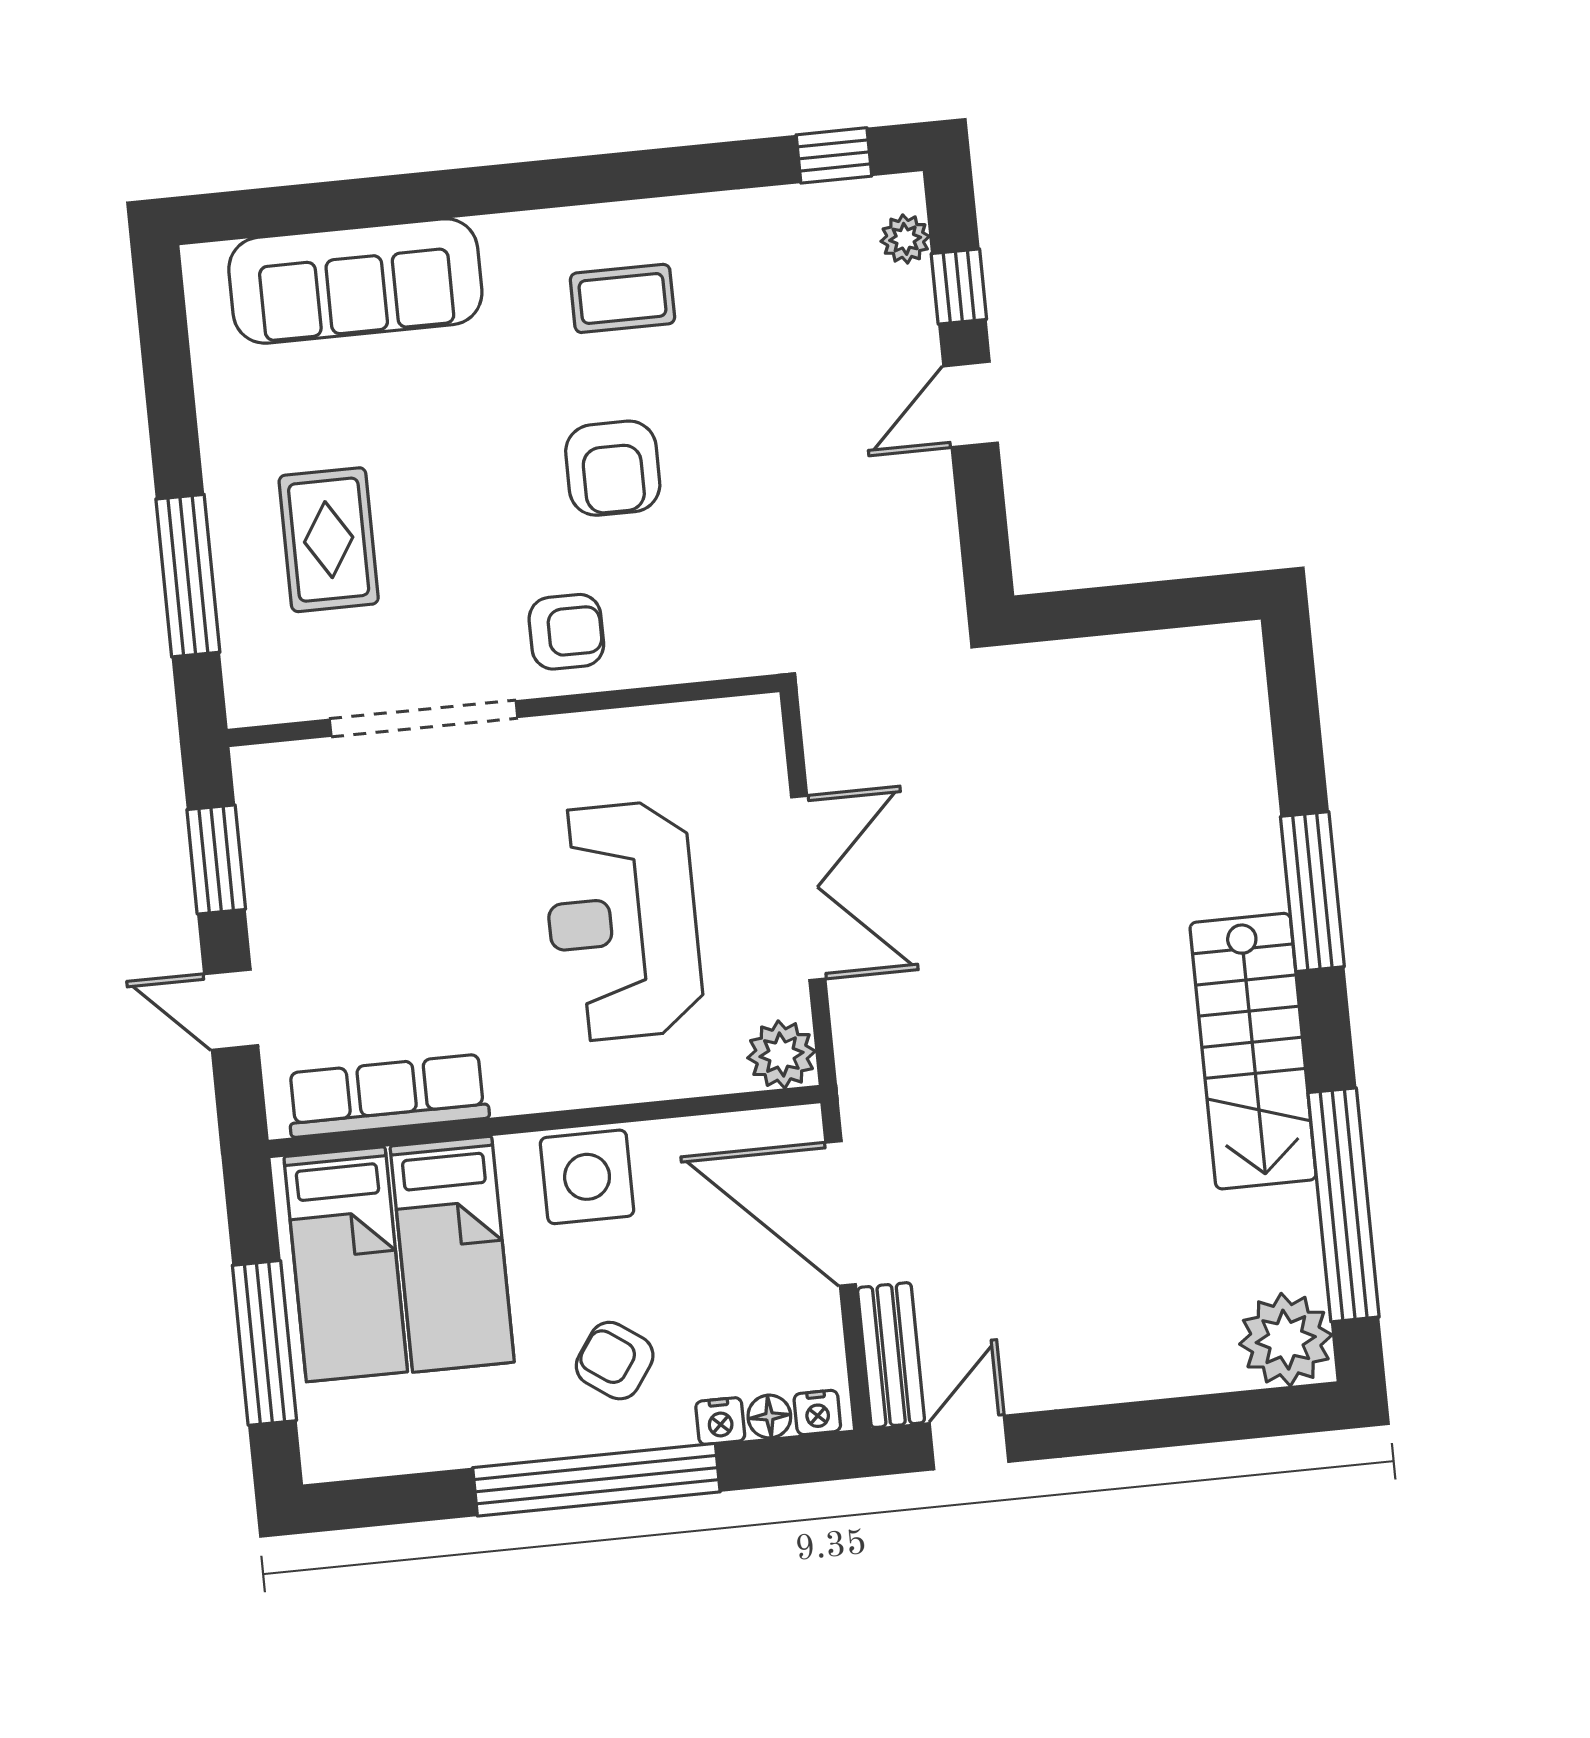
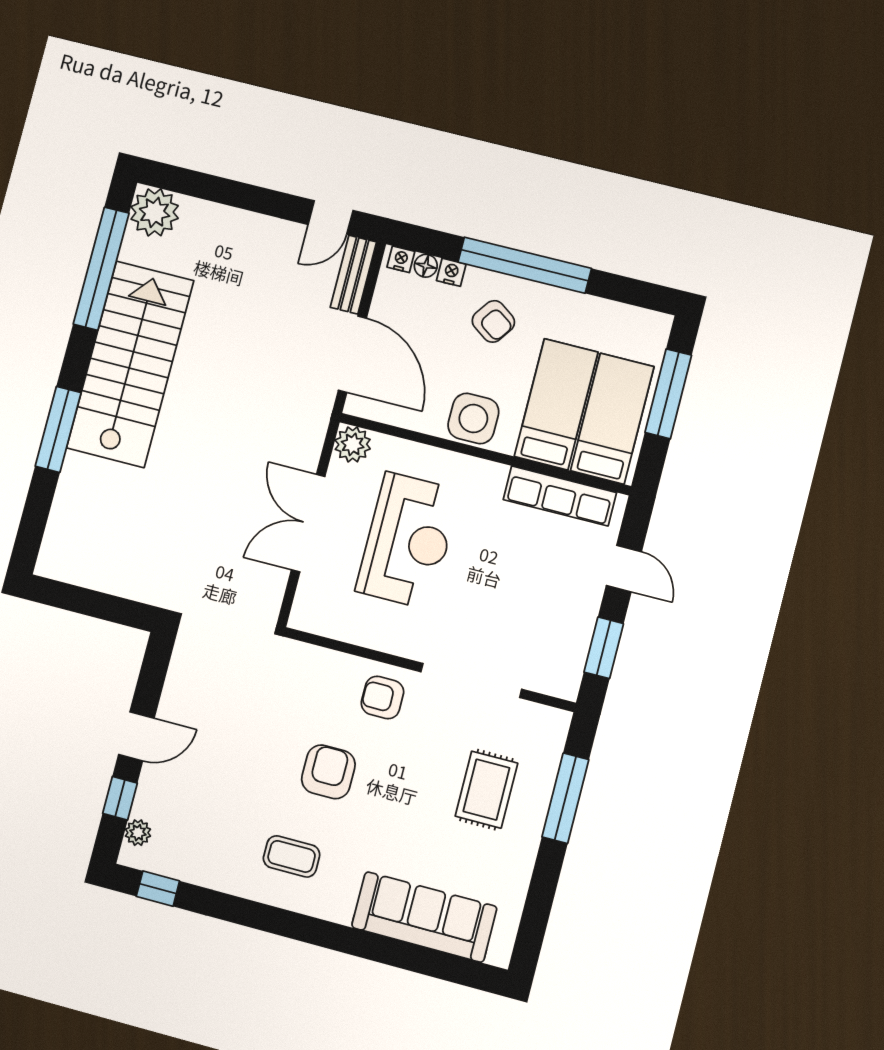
stairs: (1253, 1051) -> (130, 364), width x1.36, depth x1.51

